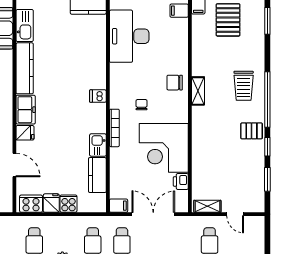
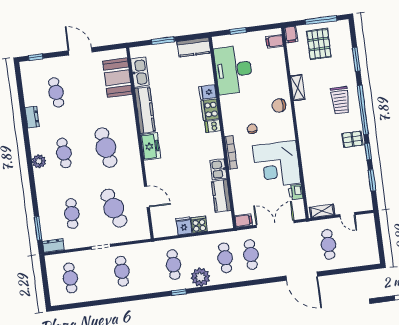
window: (267, 21) -> (356, 59), moved
shelving: (198, 91) -> (298, 88), moved
fridge: (25, 133) -> (208, 92), moved, turned 180
cooker: (31, 204) -> (210, 110), moved, turned -90

